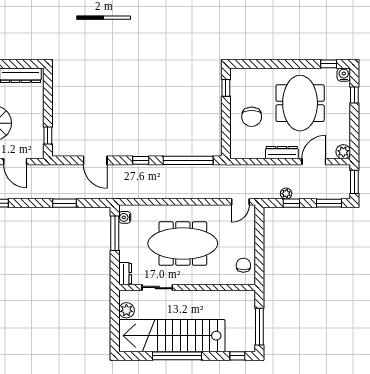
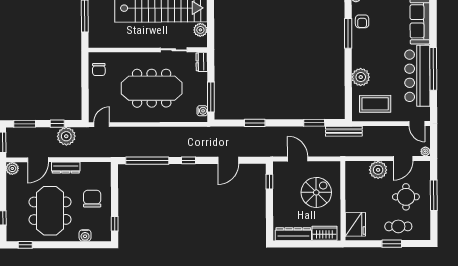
water cooler: (344, 75) -> (85, 235), moved
door: (95, 160) -> (228, 160), swing flipped
plant: (286, 194) -> (66, 136), width x1.88, depth x1.88

